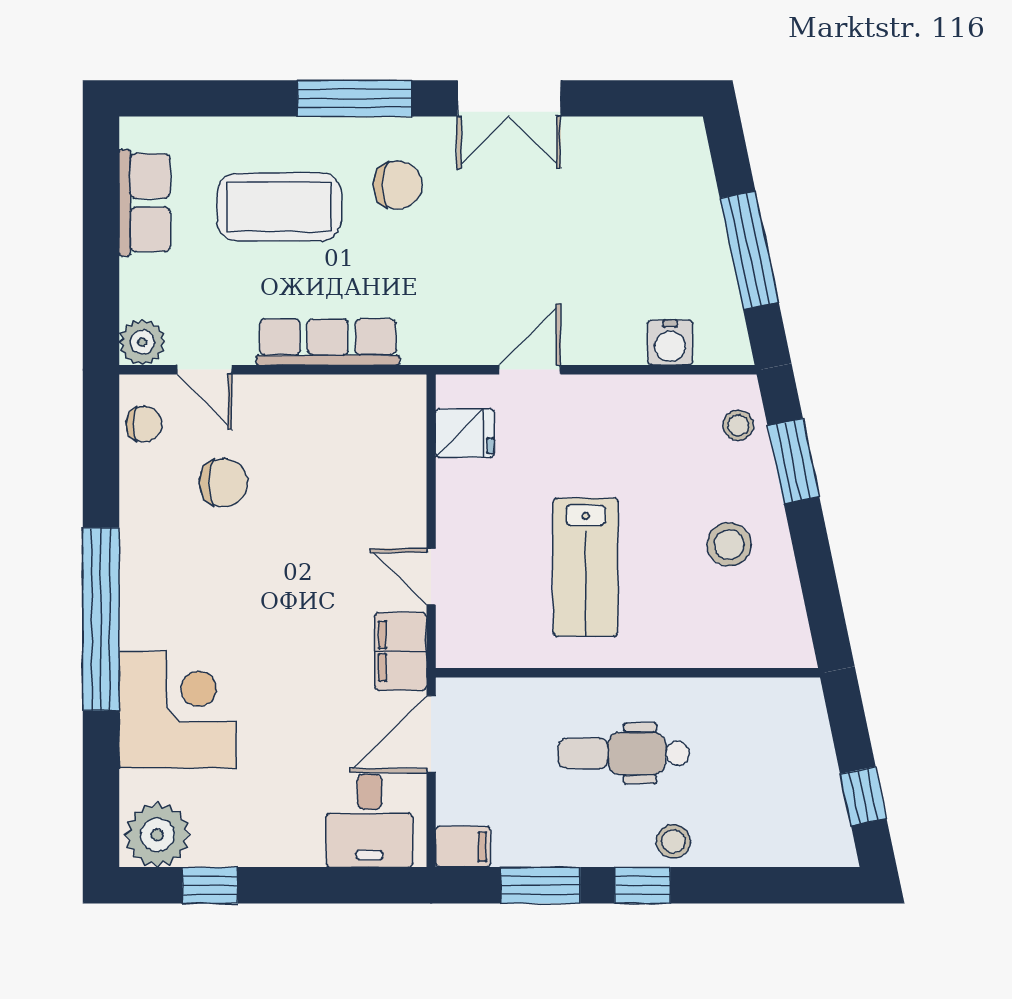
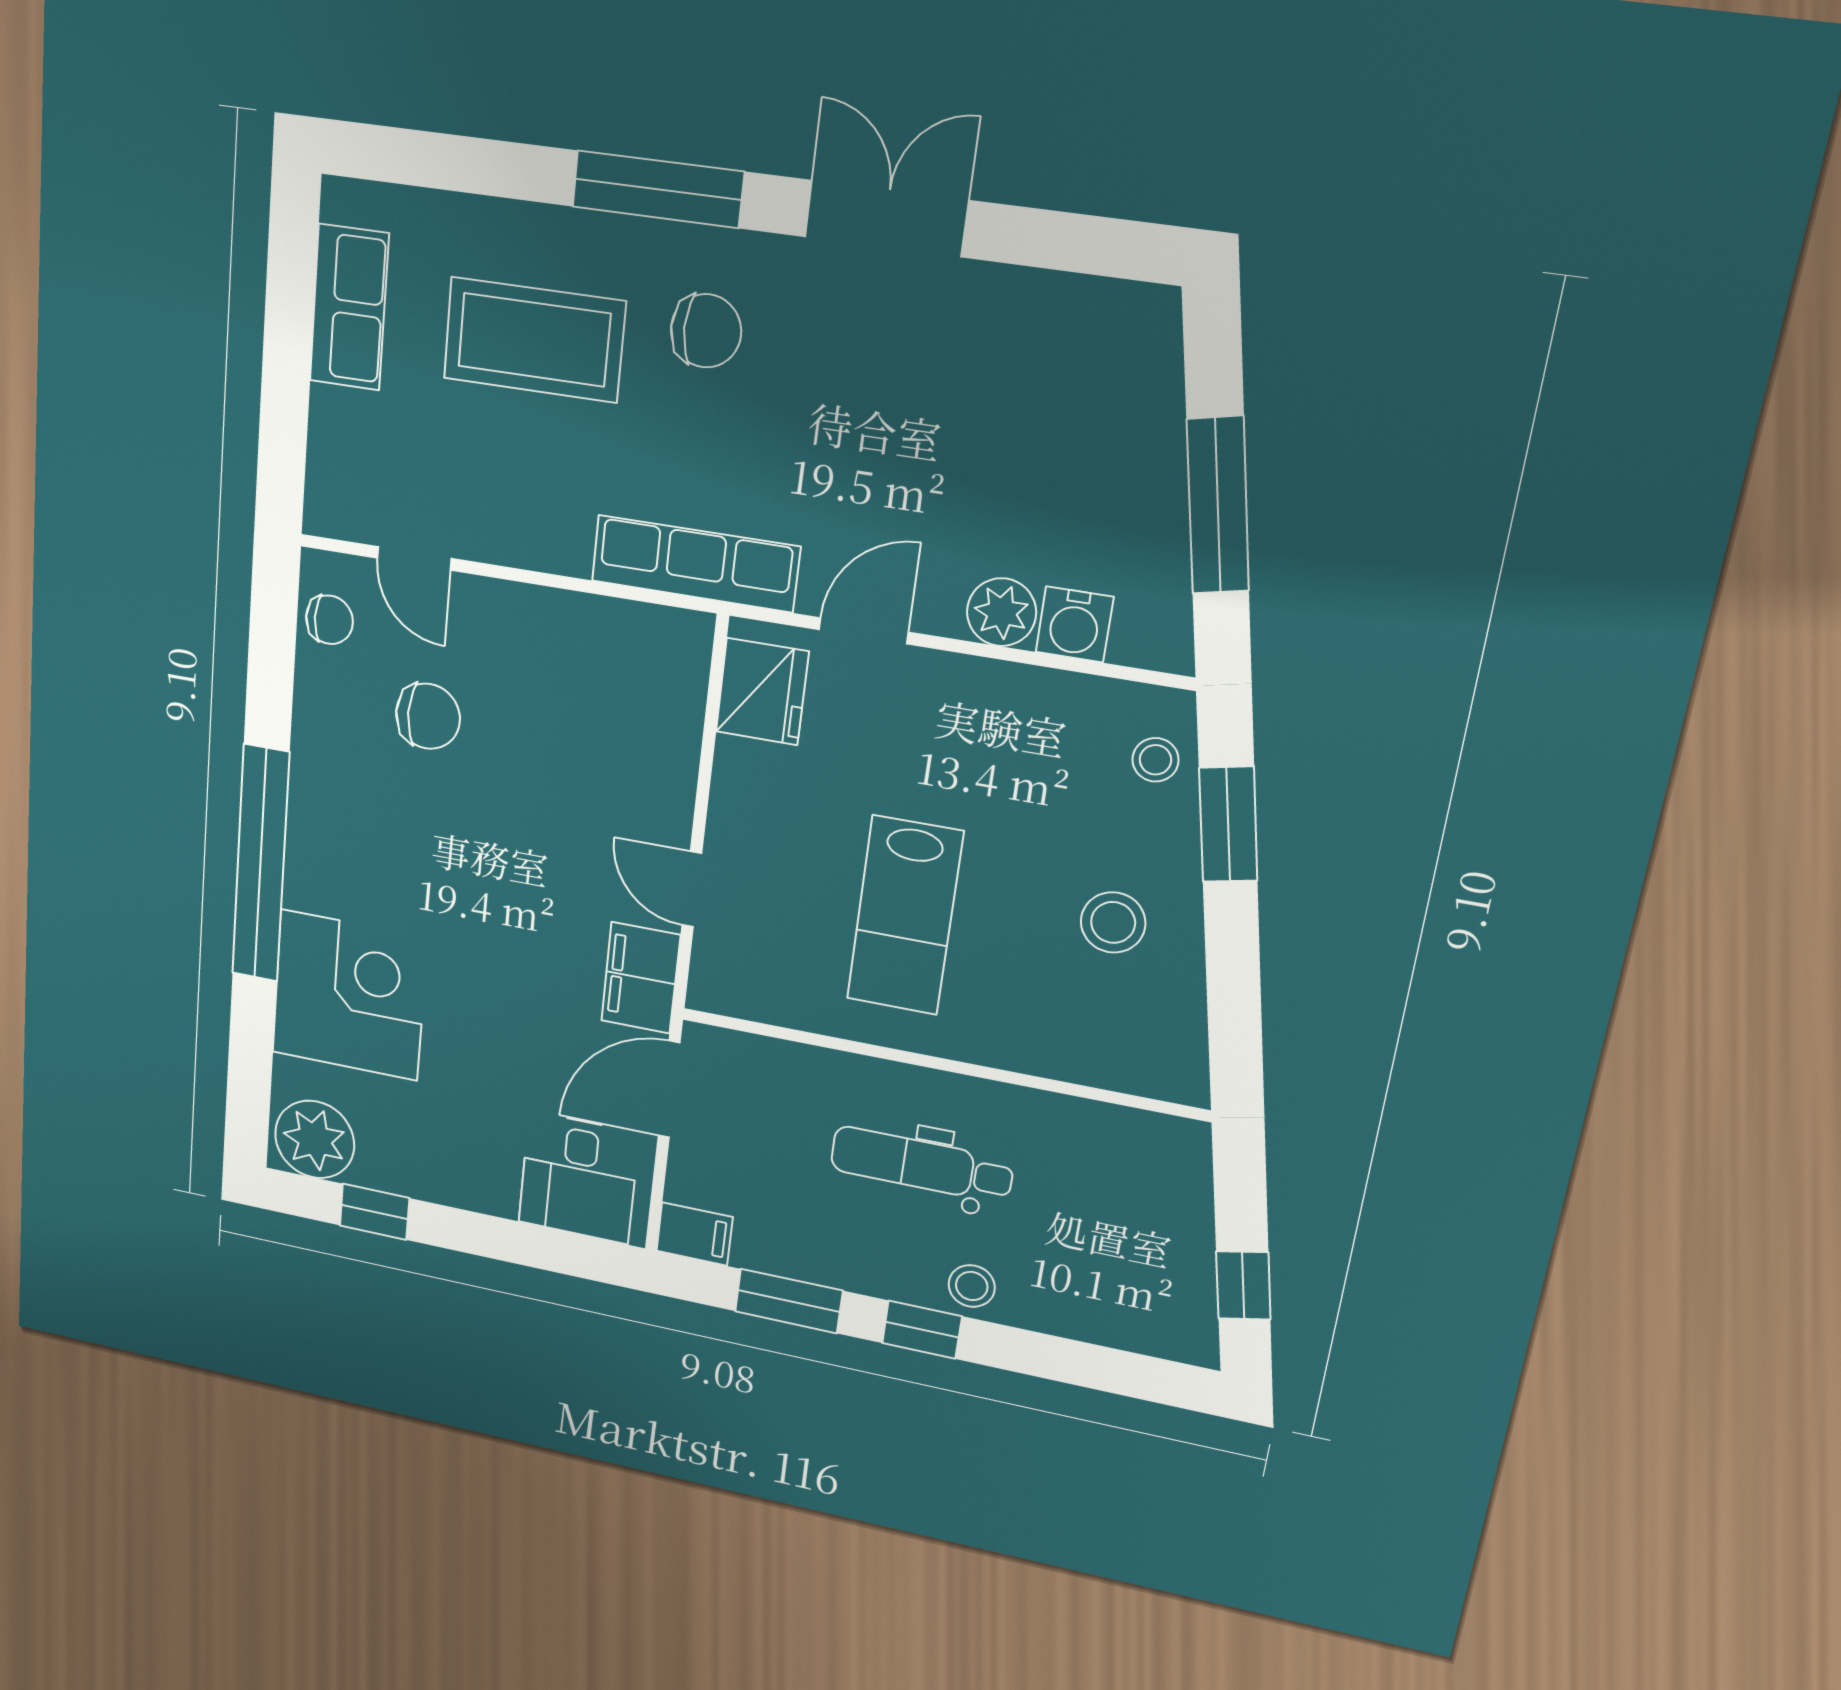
double door: (509, 98) -> (886, 219), swing flipped
plant: (142, 342) -> (1002, 612), moved
row of seats: (328, 342) -> (695, 564), moved
fridge: (465, 433) -> (762, 692), width x1.38

